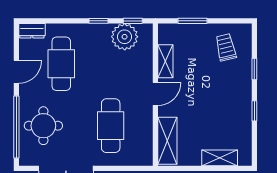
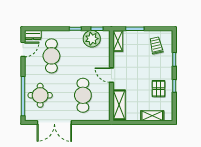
shelving: (165, 61) -> (118, 41), moved
door: (16, 72) -> (23, 49), moved
door: (155, 94) -> (111, 75), swing flipped
pallet: (230, 115) -> (159, 89), added

